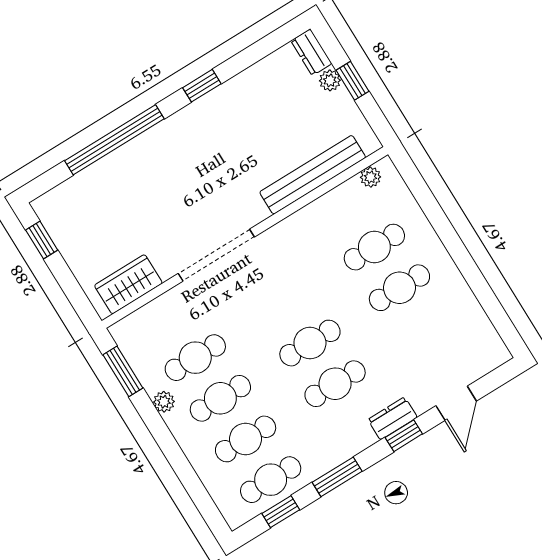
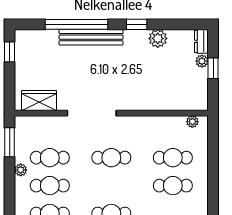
plant: (245, 87) -> (158, 38), added
bench: (313, 175) -> (91, 37), moved
cafe table: (310, 343) -> (111, 158), moved

